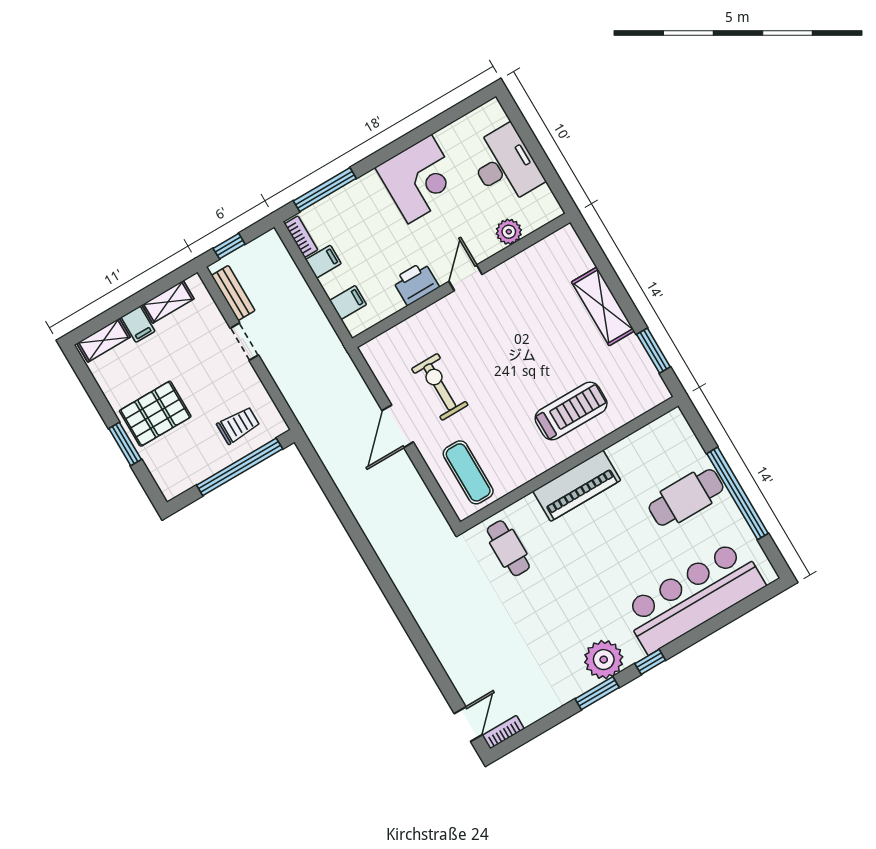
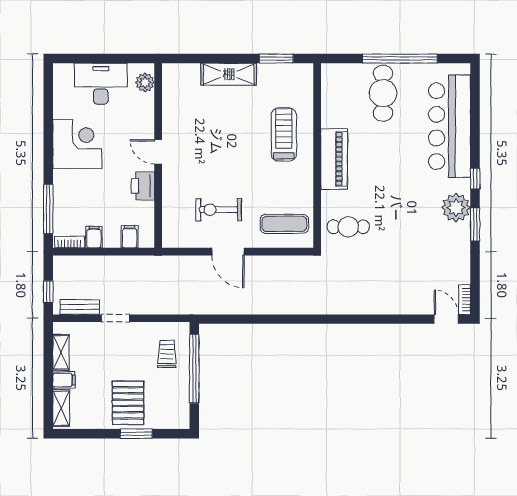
plant: (509, 232) -> (145, 82), moved

